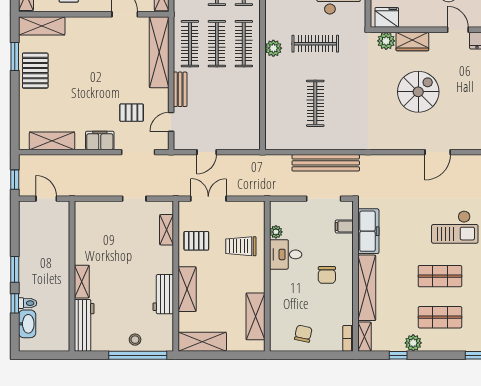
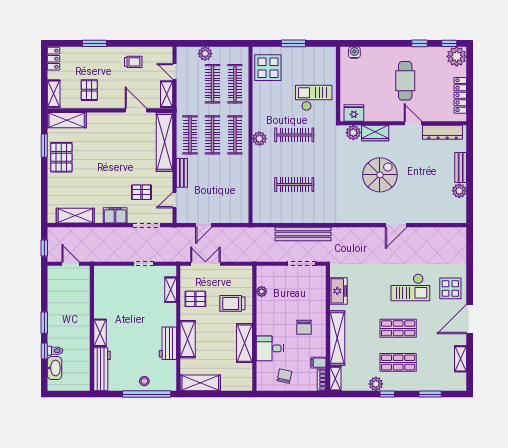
clothes rail: (315, 103) -> (294, 184), turned 90
filing cabinet: (344, 226) -> (318, 363), moved
freezer: (368, 231) -> (338, 291), width x0.71
desk: (286, 254) -> (270, 348), moved
shelving: (255, 316) -> (245, 343), moved
window: (398, 355) -> (387, 394), moved

